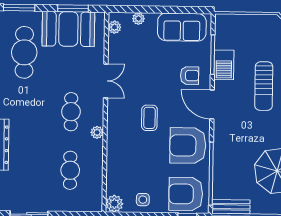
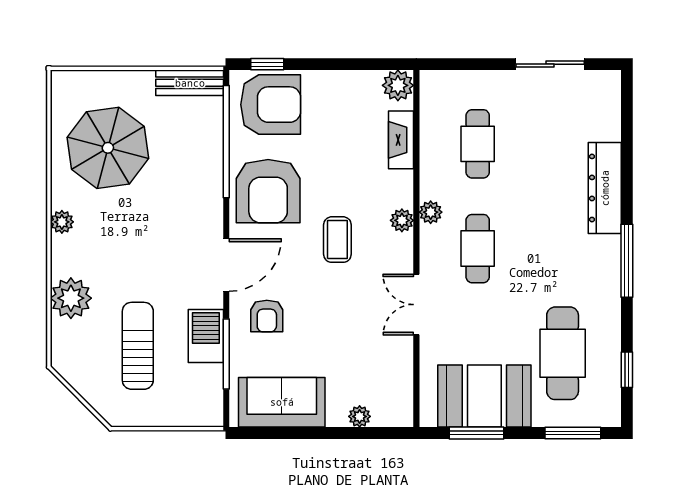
plant: (115, 27) -> (402, 220), moved
armchair: (190, 76) -> (267, 316), turned -90
sun lounger: (264, 86) -> (138, 346), moved
door: (212, 104) -> (226, 265), hinge flipped
armchair: (188, 145) -> (268, 191), turned 90
fireplace: (113, 173) -> (401, 140), added
side table: (143, 200) -> (347, 93), removed

